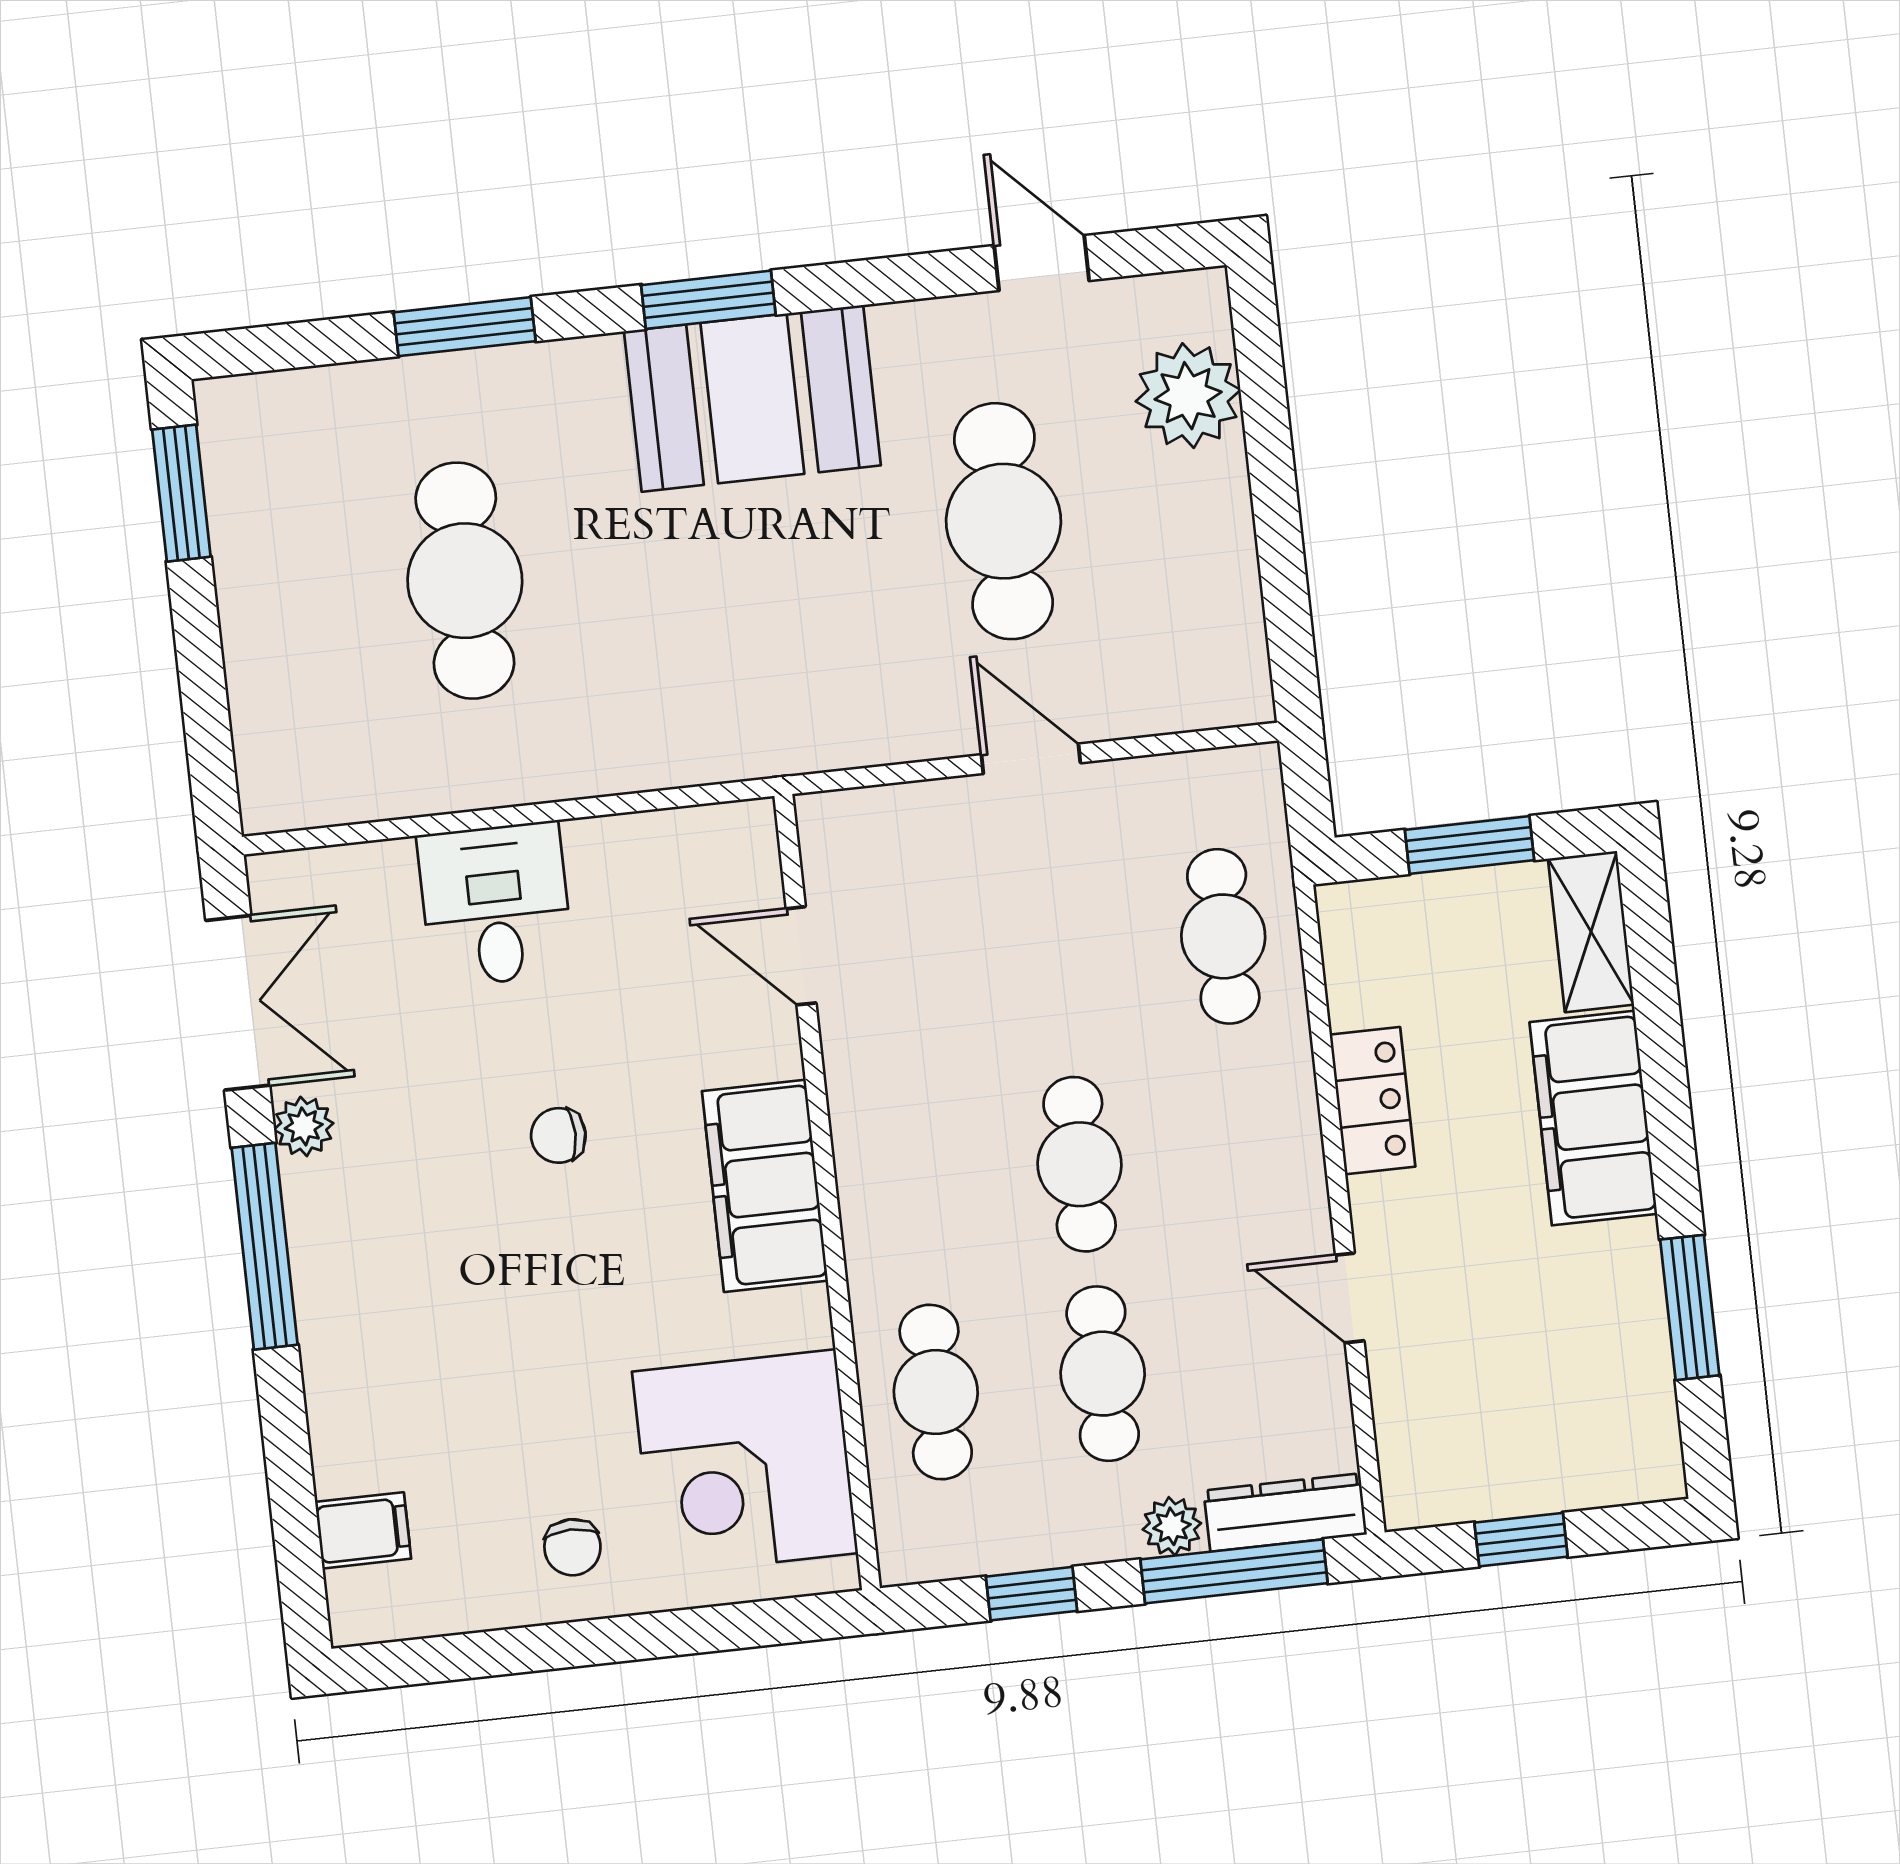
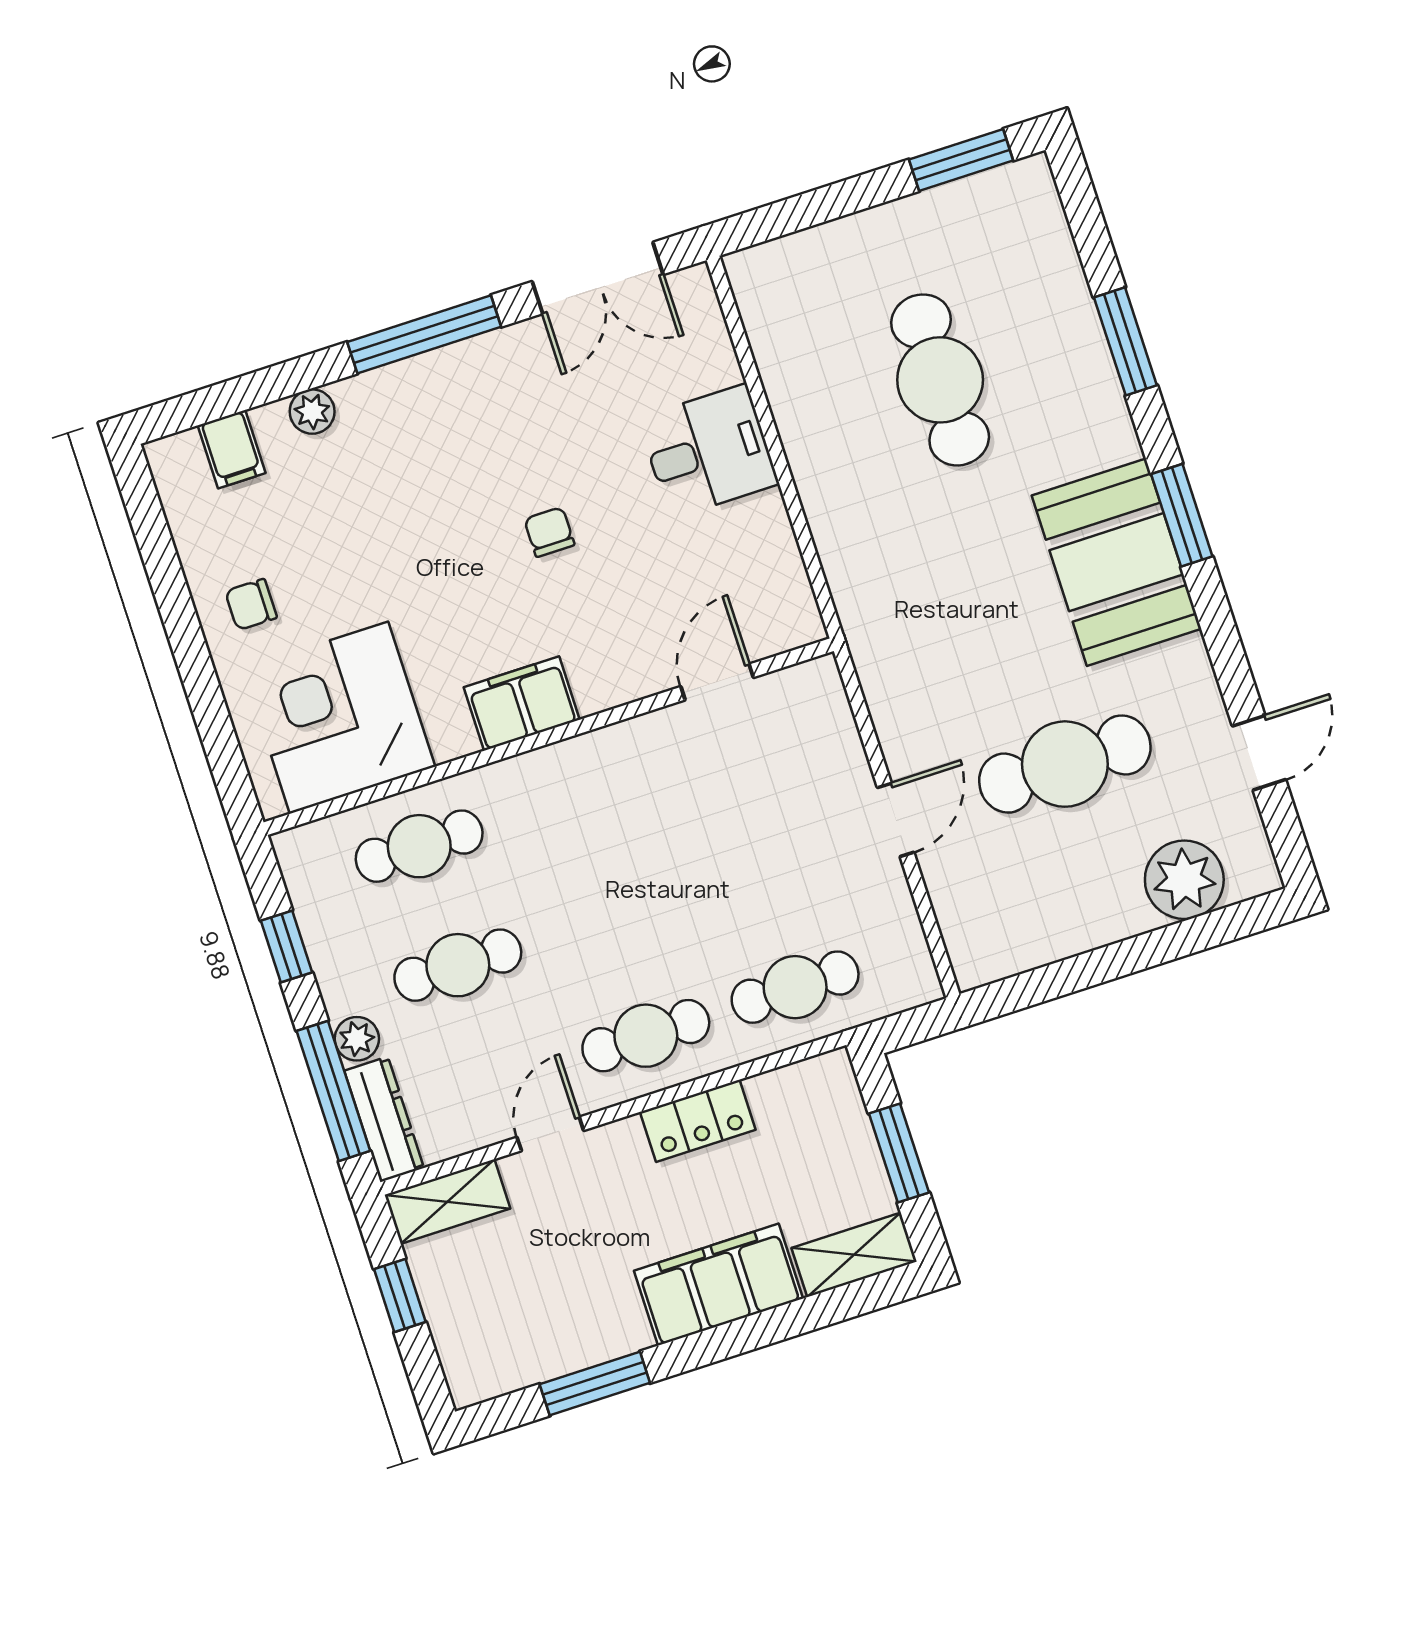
cafe table: (465, 581) -> (940, 380), turned 90
plant: (304, 1126) -> (312, 412), moved
cafe table: (1080, 1164) -> (646, 1036), moved
filing cabinet: (765, 1186) -> (522, 703), width x0.67, depth x0.86
shelving: (1411, 1452) -> (447, 1202), added

